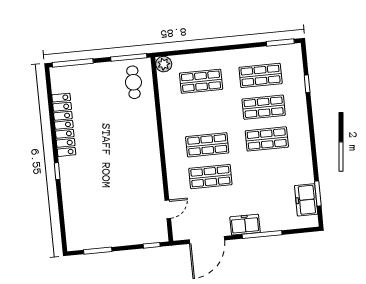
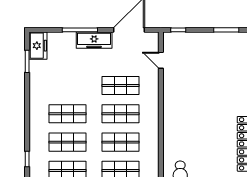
shop shelf: (204, 113) -> (120, 142), added
freezer: (306, 200) -> (38, 46), moved
door: (168, 209) -> (161, 60), hinge flipped
freezer: (245, 225) -> (94, 40), width x1.40

